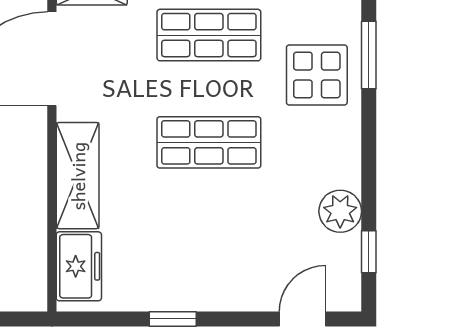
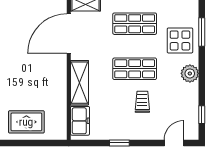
plant: (340, 211) -> (190, 73), moved
trolley: (227, 221) -> (142, 102), added

